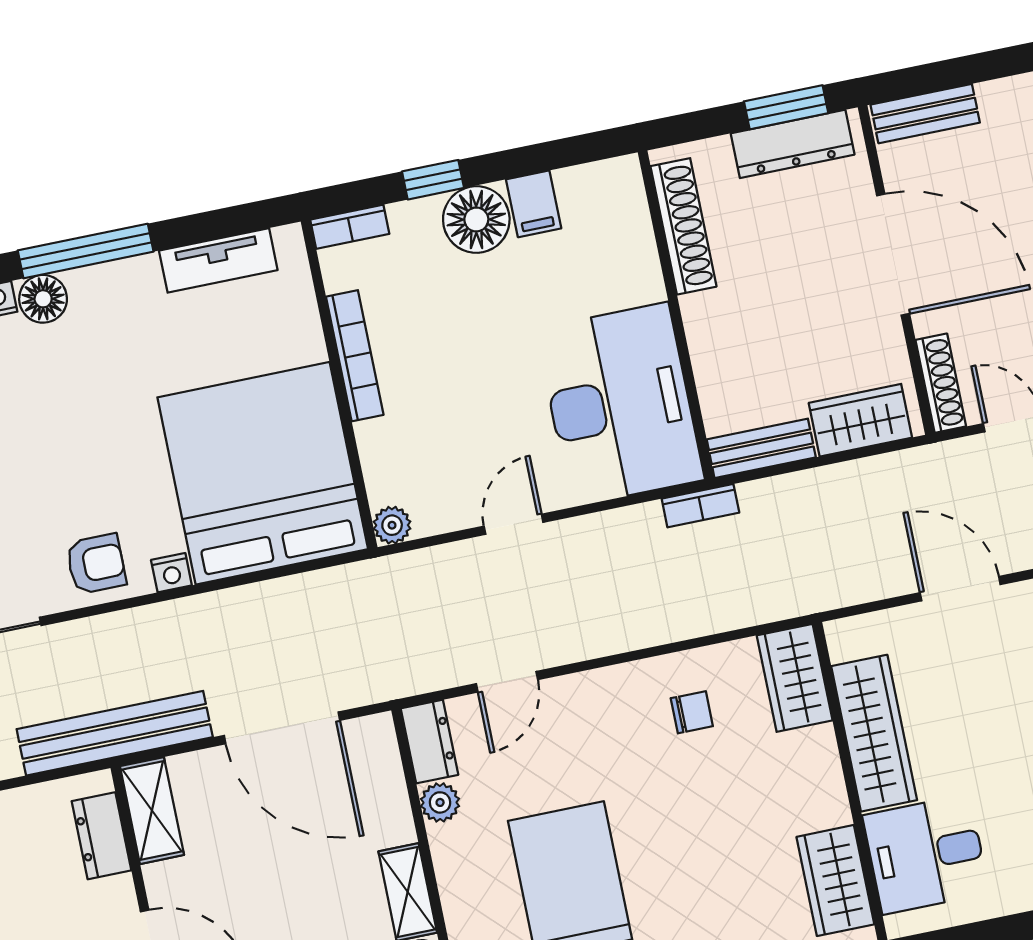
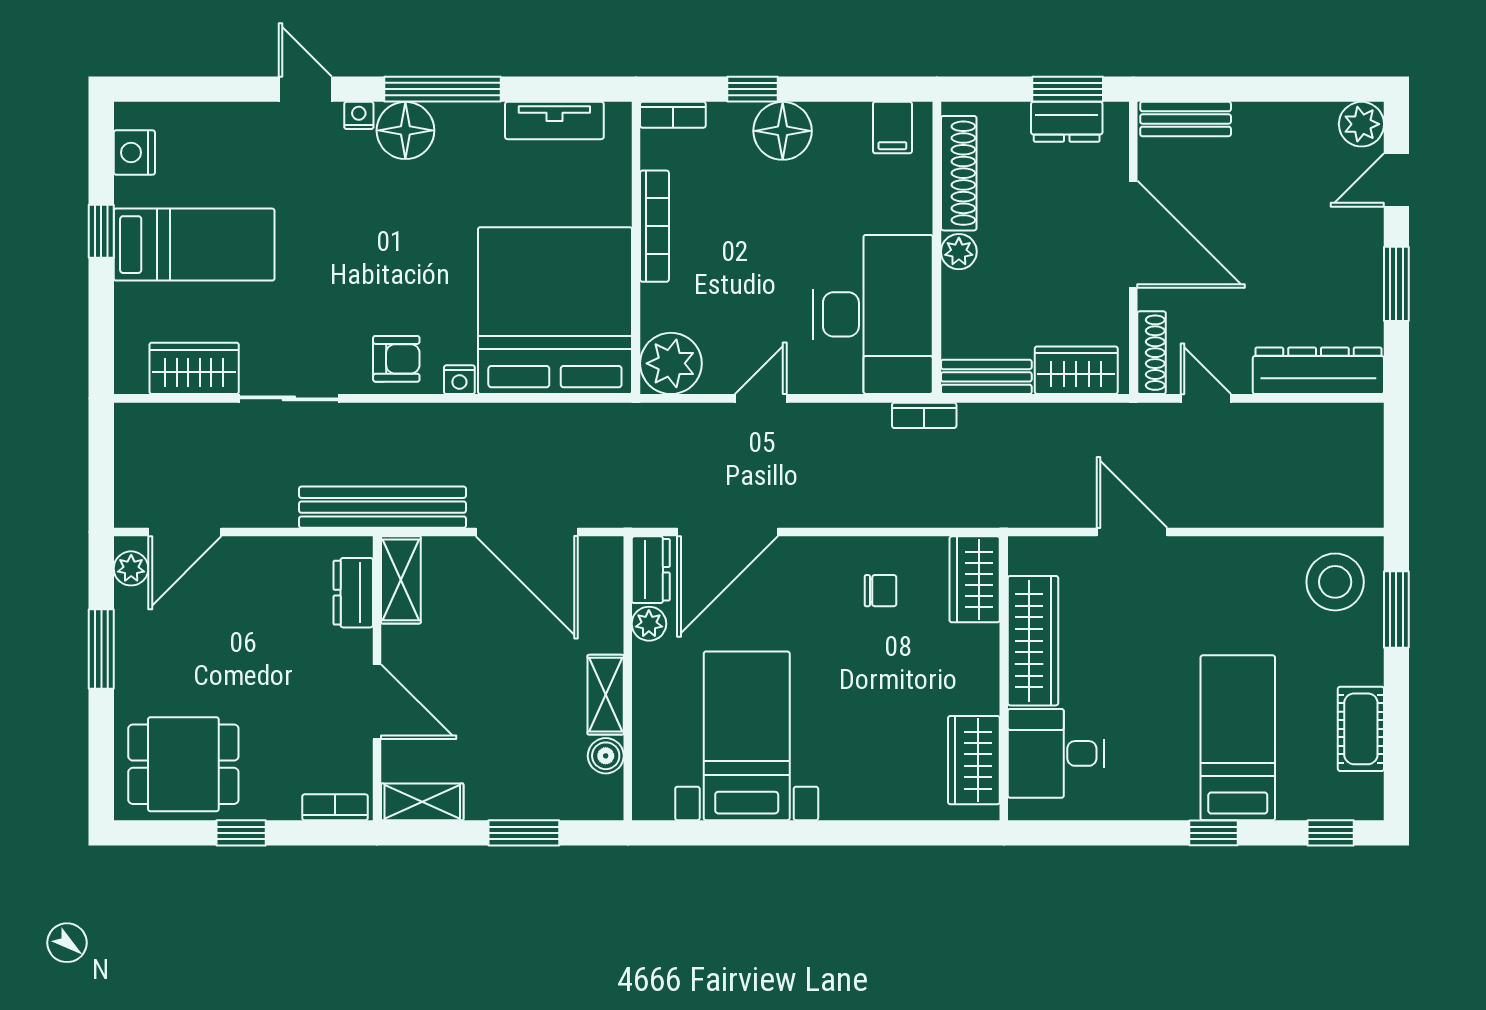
dresser: (793, 144) -> (1067, 122), width x0.70
filing cabinet: (534, 204) -> (892, 128), moved
floor lamp: (43, 299) -> (405, 130), width x1.38, depth x1.38
plant: (702, 314) -> (959, 252), added
plant: (392, 525) -> (671, 363), width x1.88, depth x1.88
door: (507, 682) -> (728, 532), width x1.88

